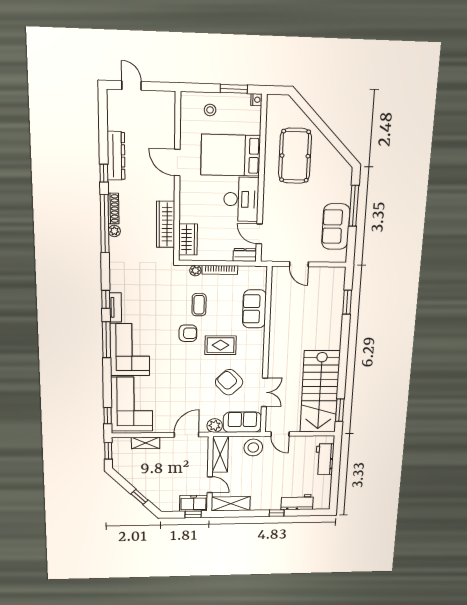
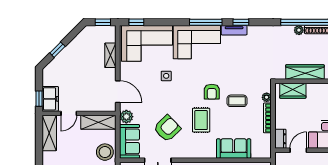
side table: (169, 383) -> (166, 76), added

